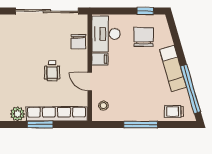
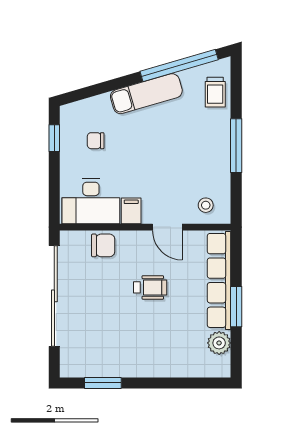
chair: (144, 37) -> (96, 141), width x0.54, depth x0.54
door: (90, 82) -> (167, 227), hinge flipped

